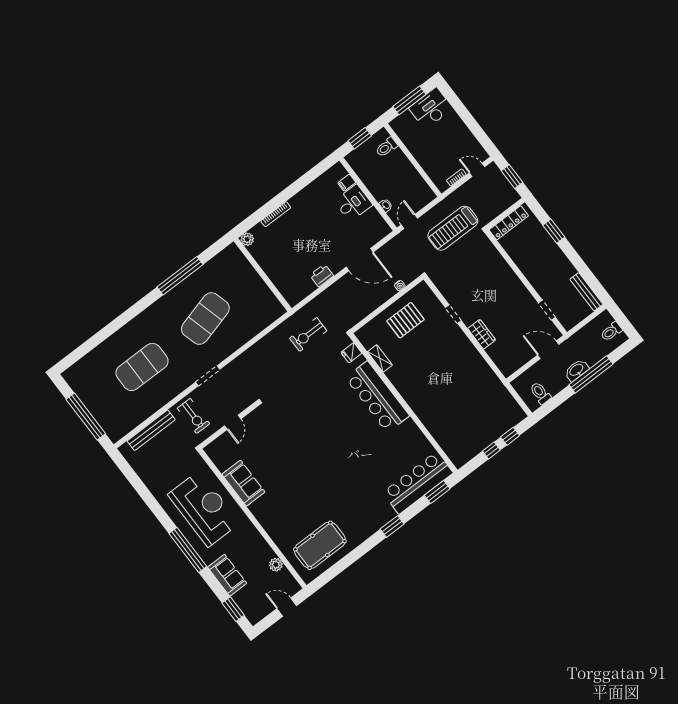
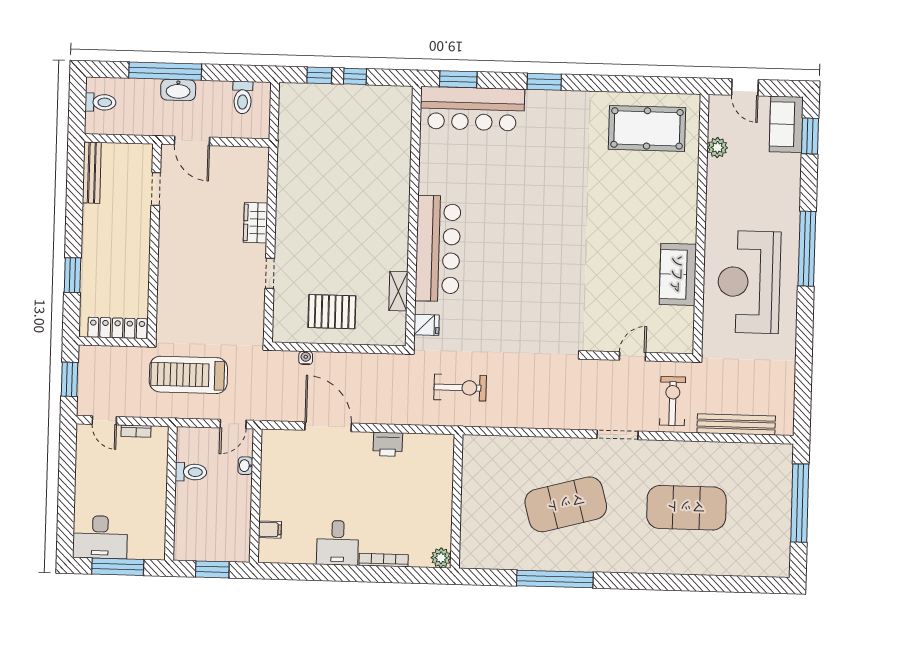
toilet: (387, 147) -> (191, 472), moved
desk: (353, 203) -> (338, 543), moved, turned -90
treadmill: (453, 228) -> (188, 375), turned 180
sofa: (227, 575) -> (786, 124), moved

